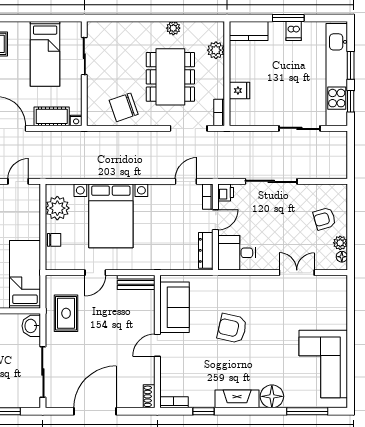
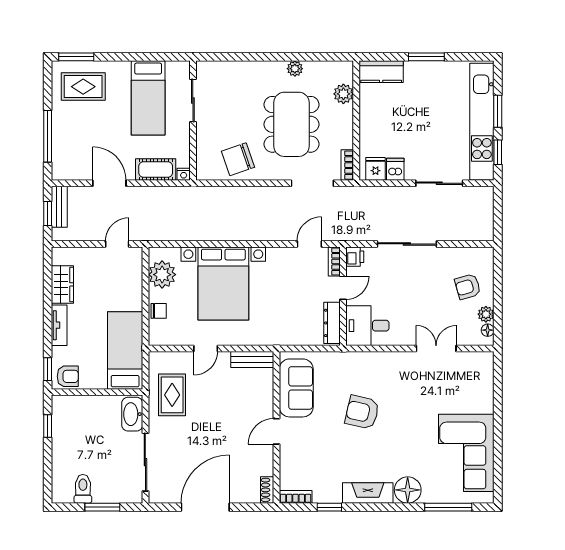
dishwasher: (294, 31) -> (395, 169), moved, turned 180
fridge: (240, 91) -> (376, 169), moved, turned -90
washbasin: (31, 326) -> (132, 414), width x1.38

